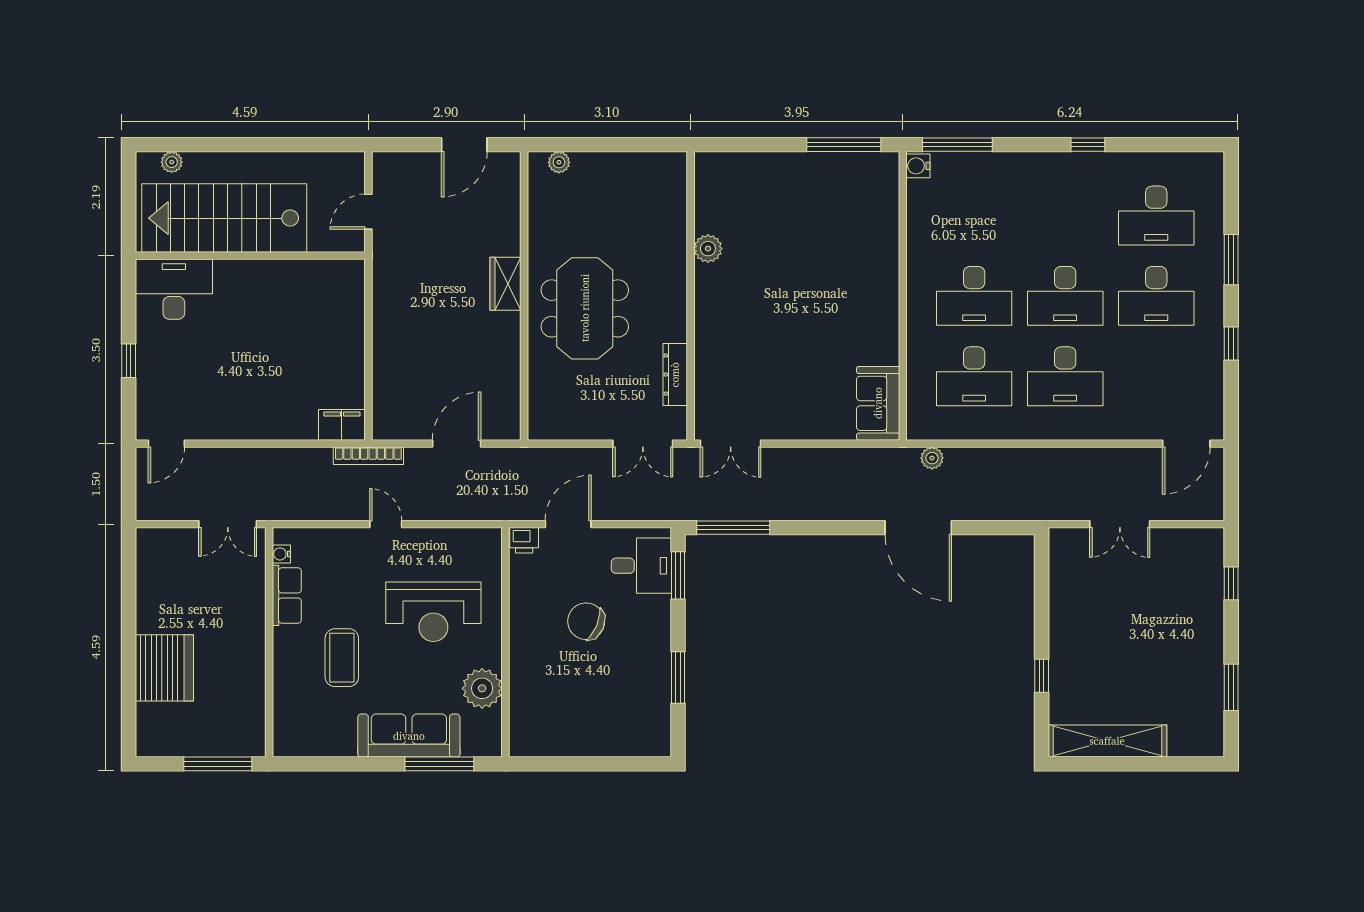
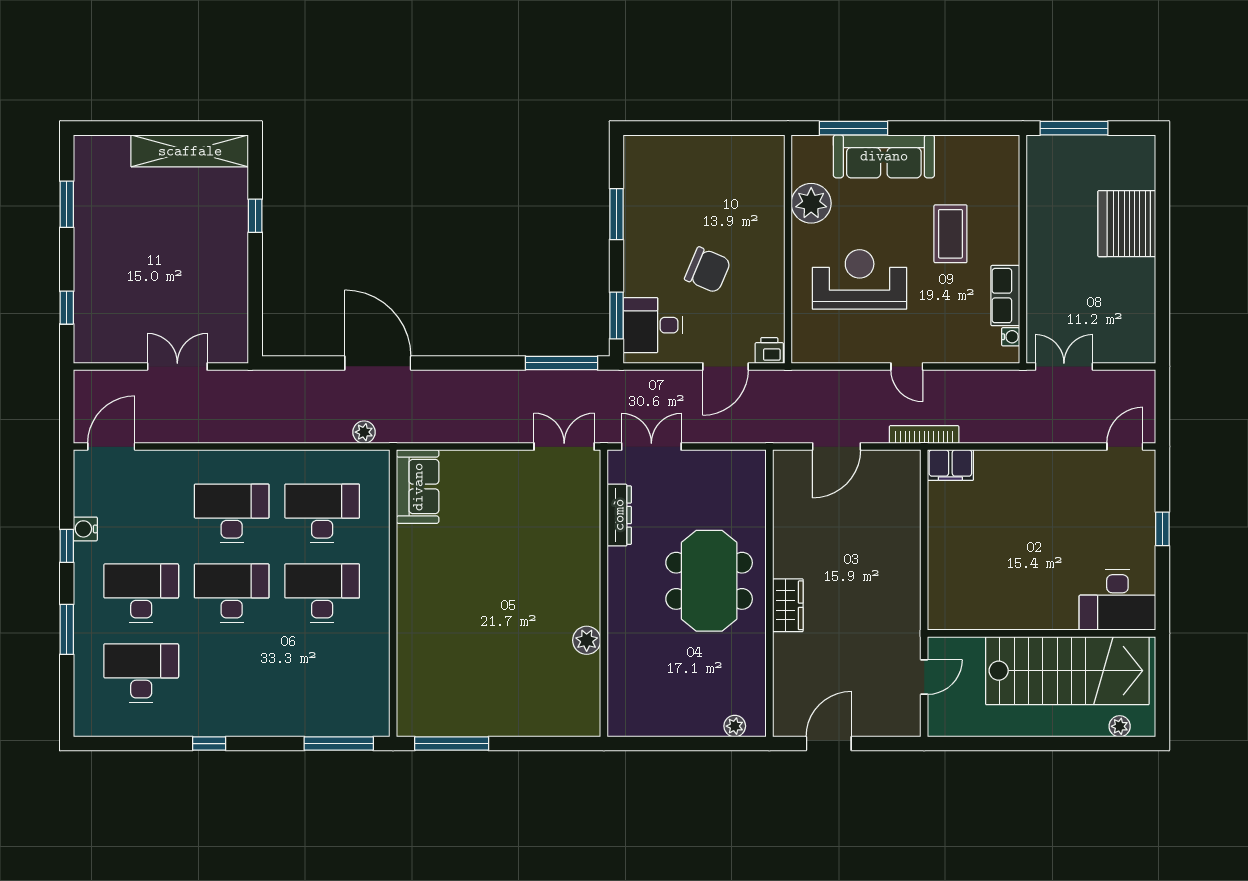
water cooler: (918, 166) -> (85, 529), moved, turned 180

